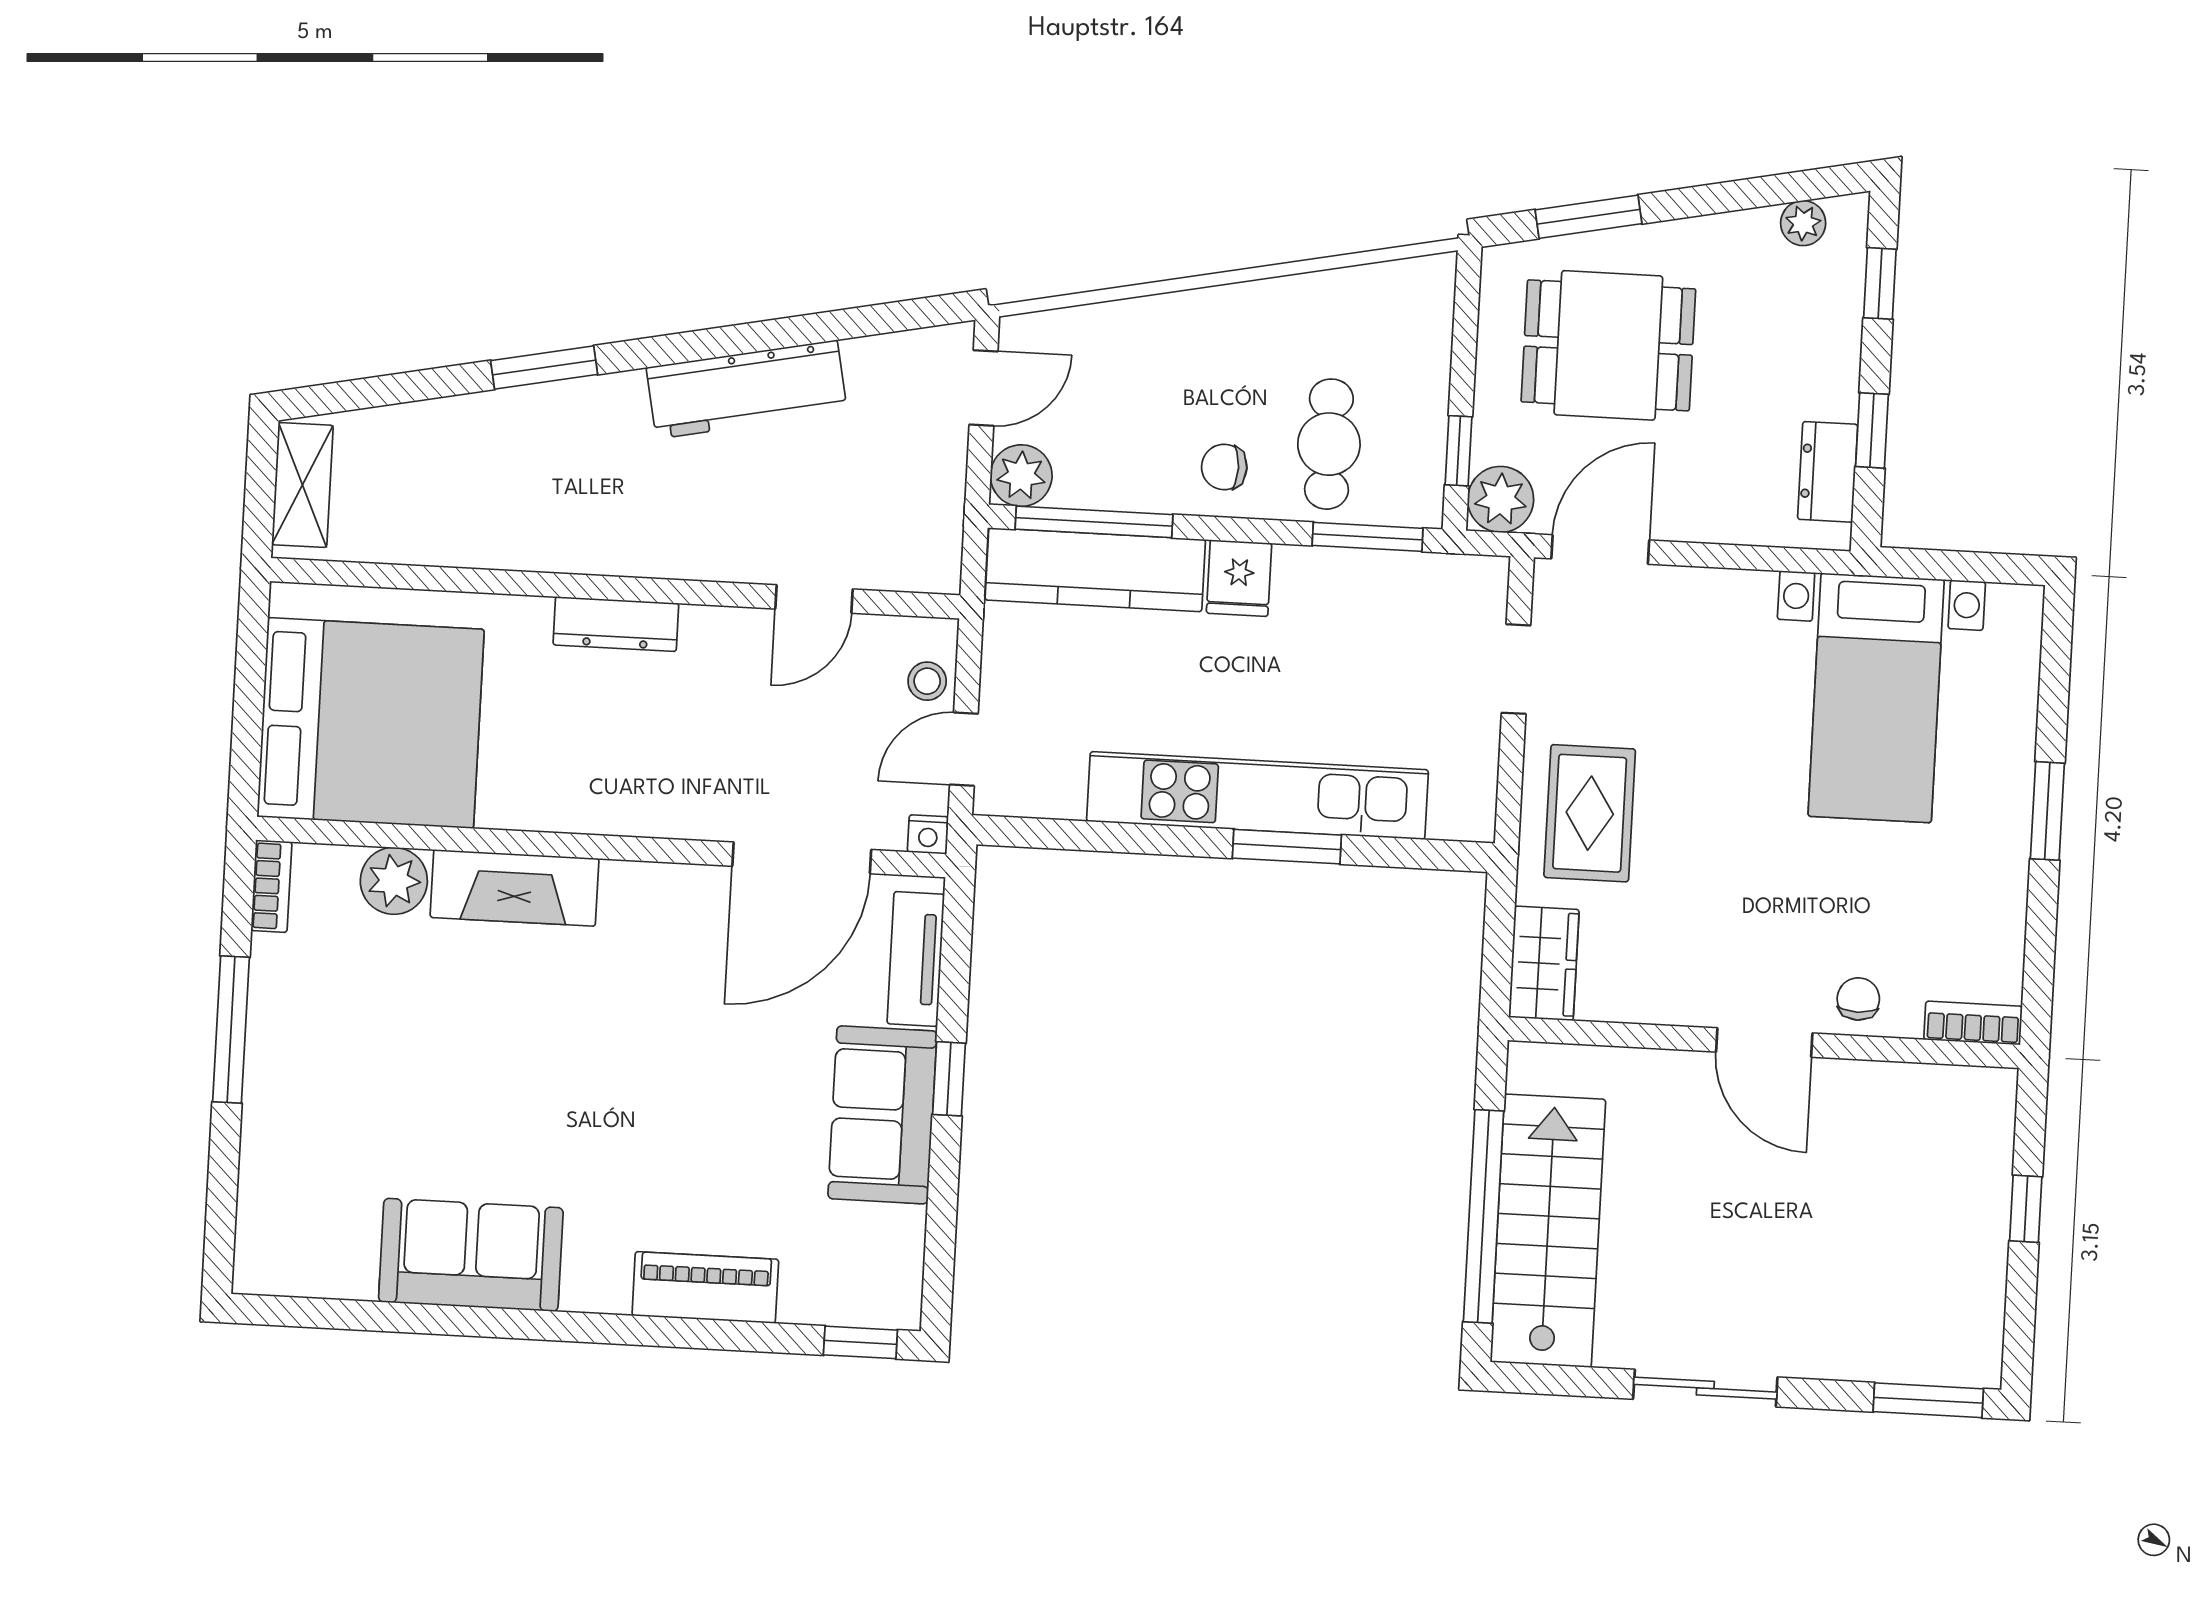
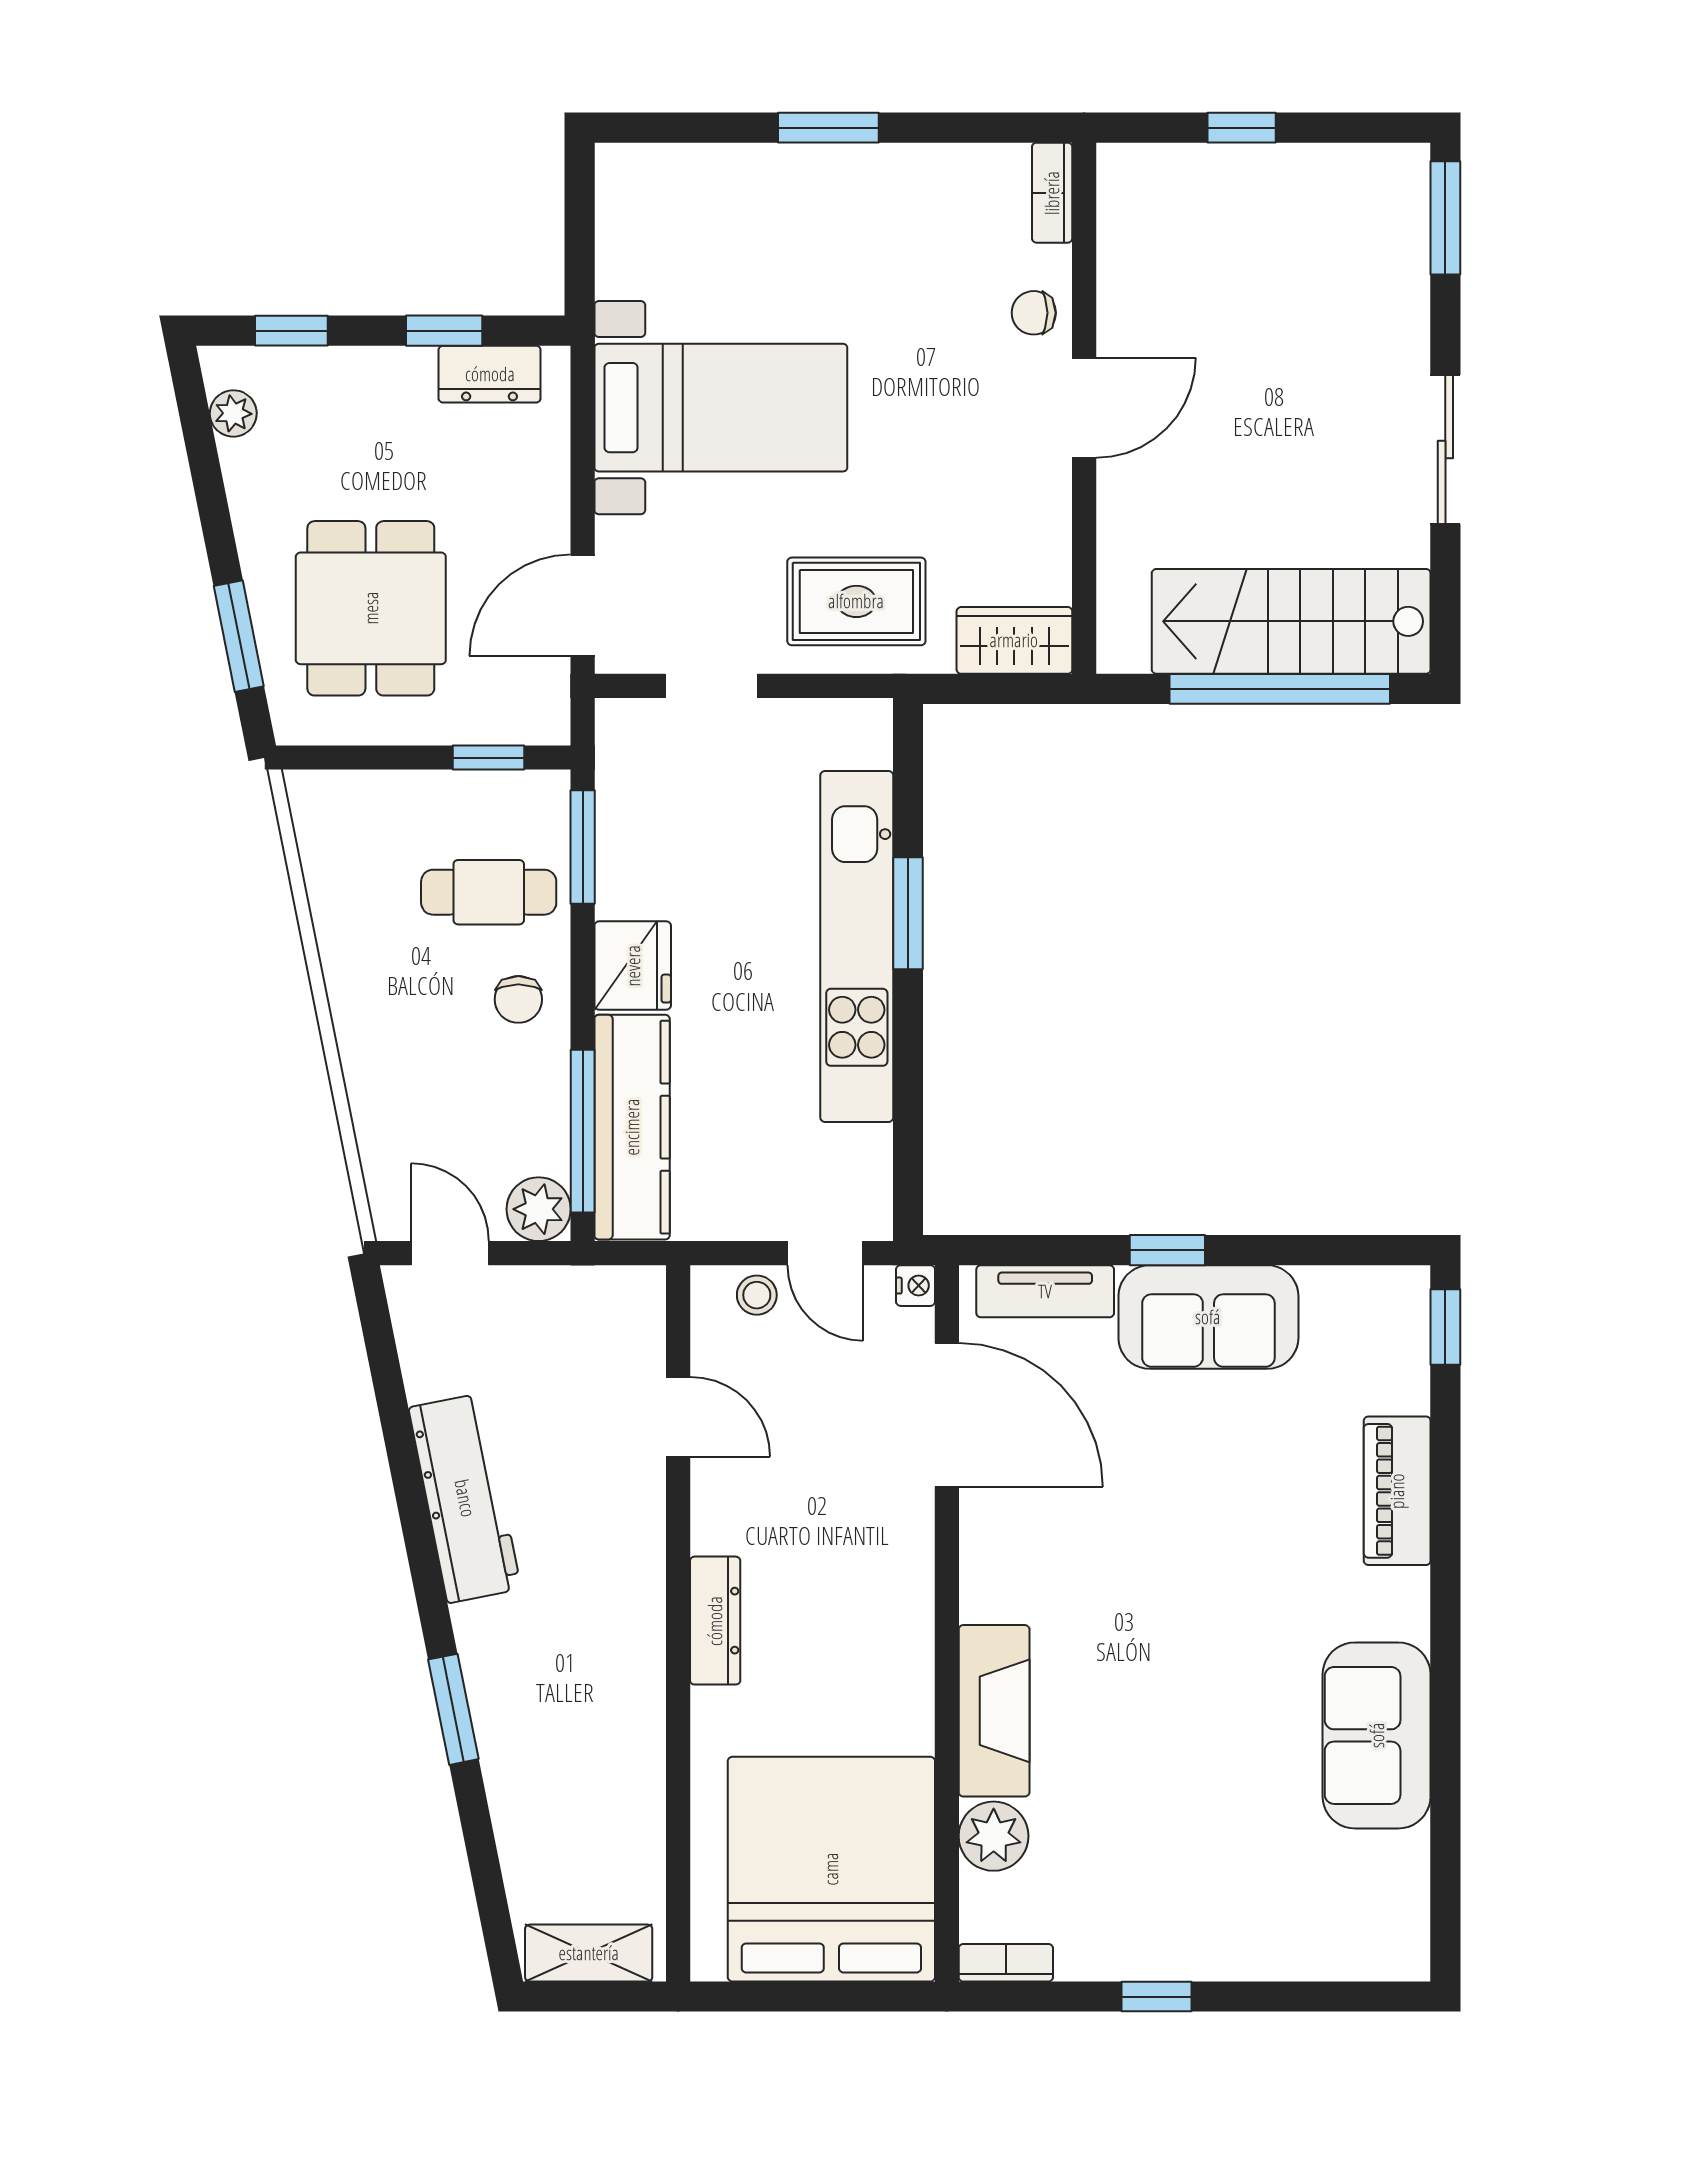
plant: (1501, 499) -> (536, 711), removed
door: (1600, 549) -> (583, 605), hinge flipped
fridge: (1239, 578) -> (633, 966), width x1.38
bed with nightstands: (1876, 698) -> (721, 408), moved
window: (231, 1029) -> (1157, 1997), width x0.46

